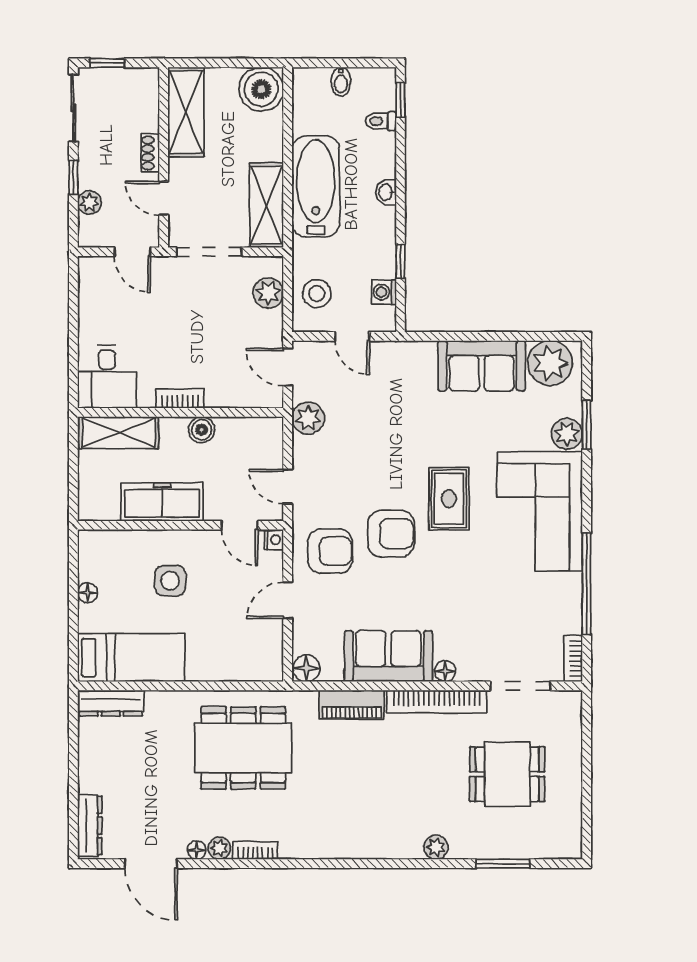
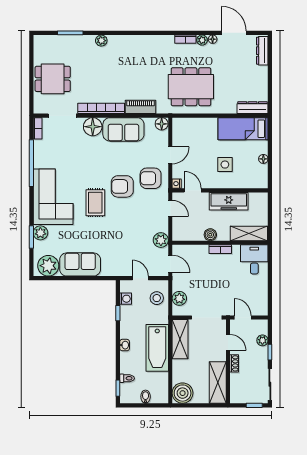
floor lamp: (445, 671) -> (93, 127), width x1.89, depth x1.89
dining table: (507, 774) -> (53, 79), moved

